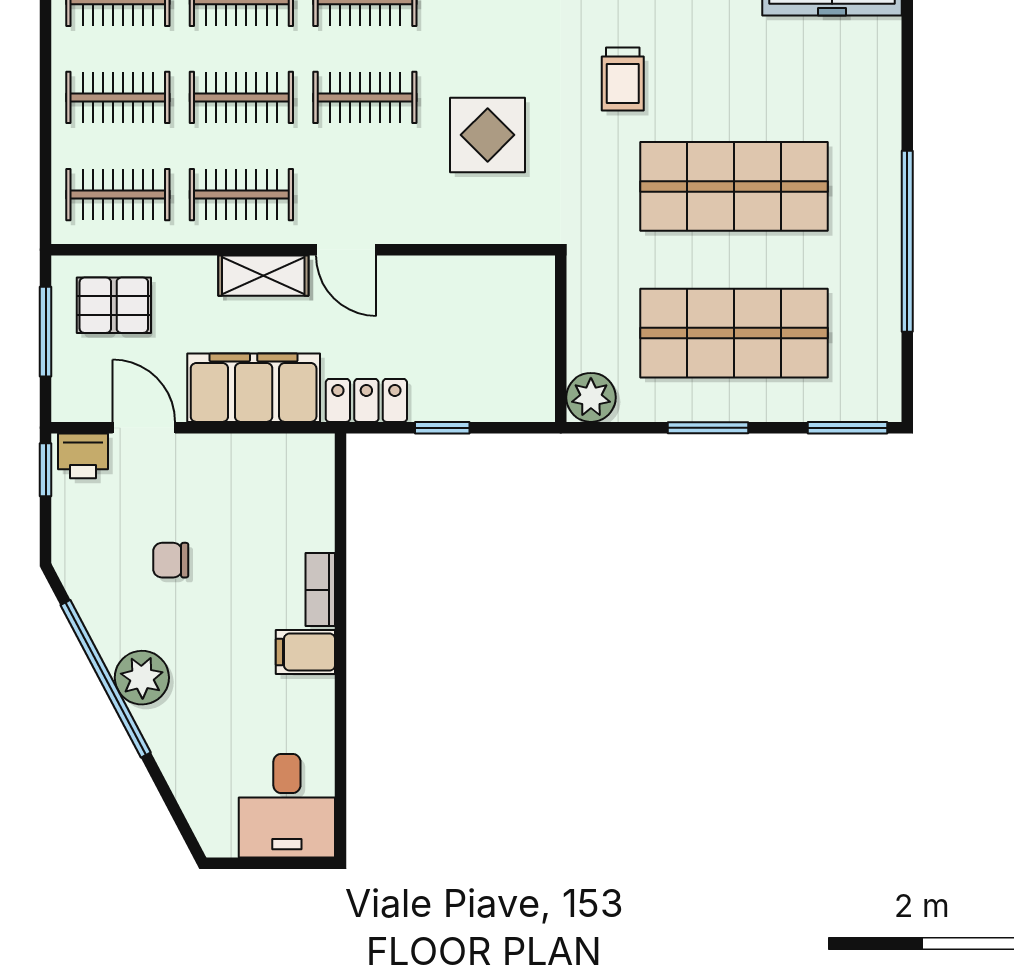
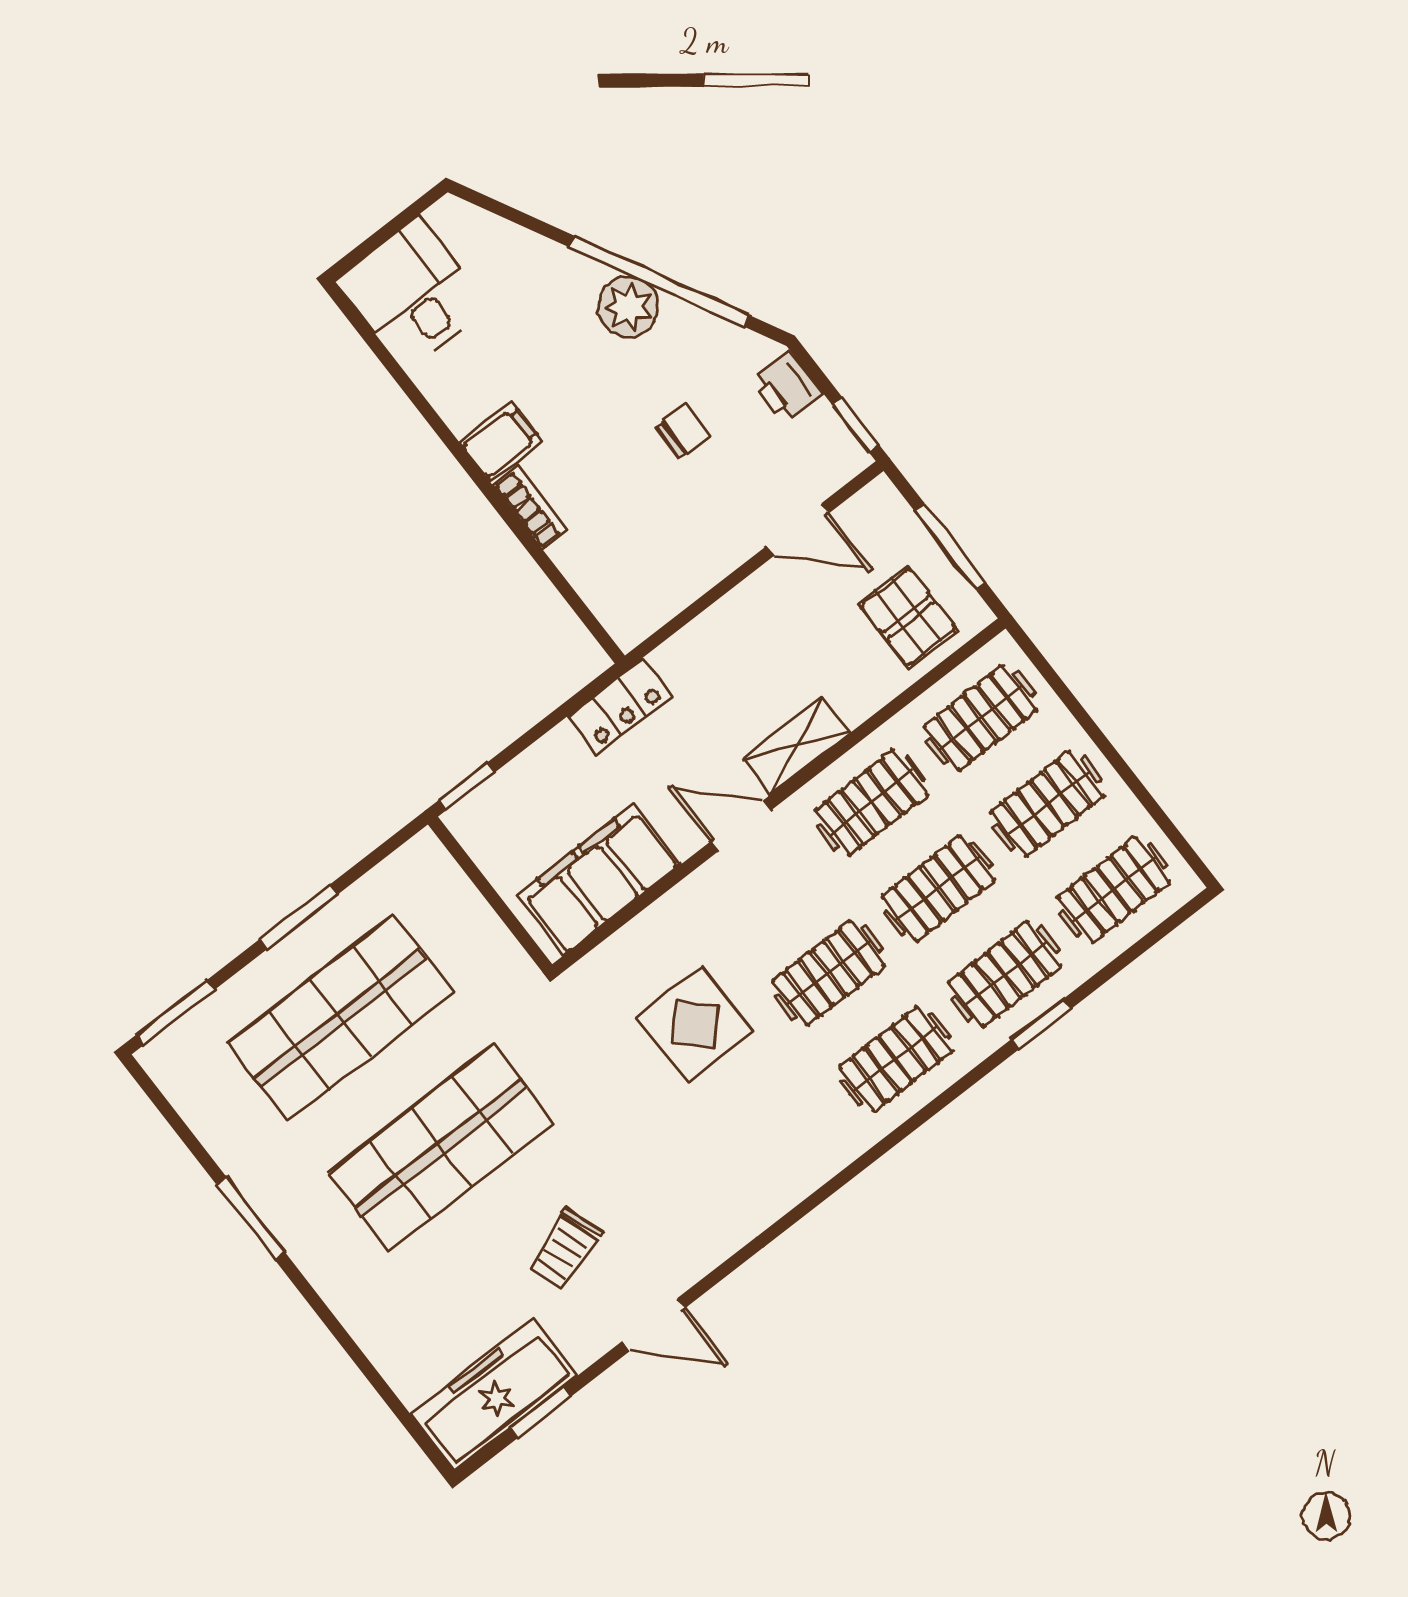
trolley: (623, 79) -> (565, 1249), moved, turned -109
window: (907, 241) -> (250, 1218), width x0.47
pallet: (114, 305) -> (908, 617), turned 90
filing cabinet: (254, 388) -> (599, 879), moved, turned 180
plant: (591, 397) -> (423, 863), removed
window: (442, 428) -> (467, 786), moved
printer: (83, 456) -> (786, 387), moved, turned -90

